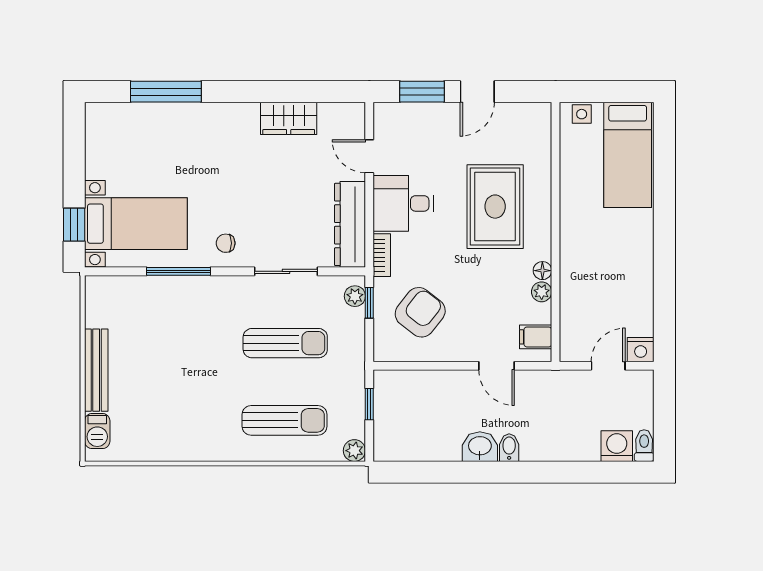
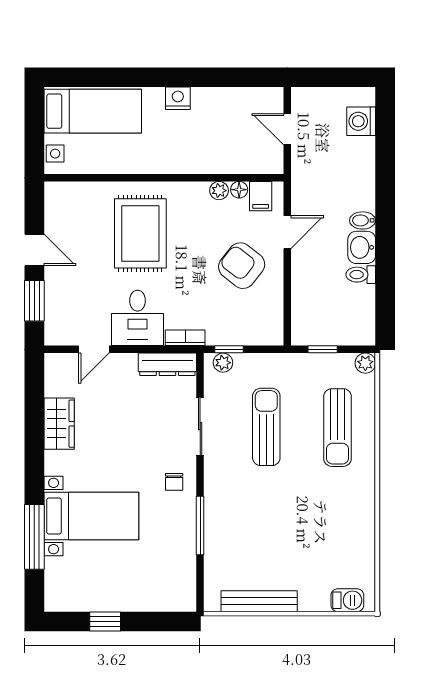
rug: (495, 207) -> (140, 233), turned 90
bed with nightstands: (136, 224) -> (91, 516), moved, turned 90
dresser: (350, 224) -> (167, 364), width x0.73, depth x0.80
window: (74, 225) -> (105, 621), moved
floor lamp: (542, 271) -> (239, 190), moved
armchair: (420, 312) -> (242, 266), moved
nightstand: (641, 350) -> (178, 98), moved, turned -90
bench: (96, 370) -> (259, 601), moved
sun lounger: (284, 420) -> (338, 428), turned 180
toilet: (644, 446) -> (361, 275), moved

